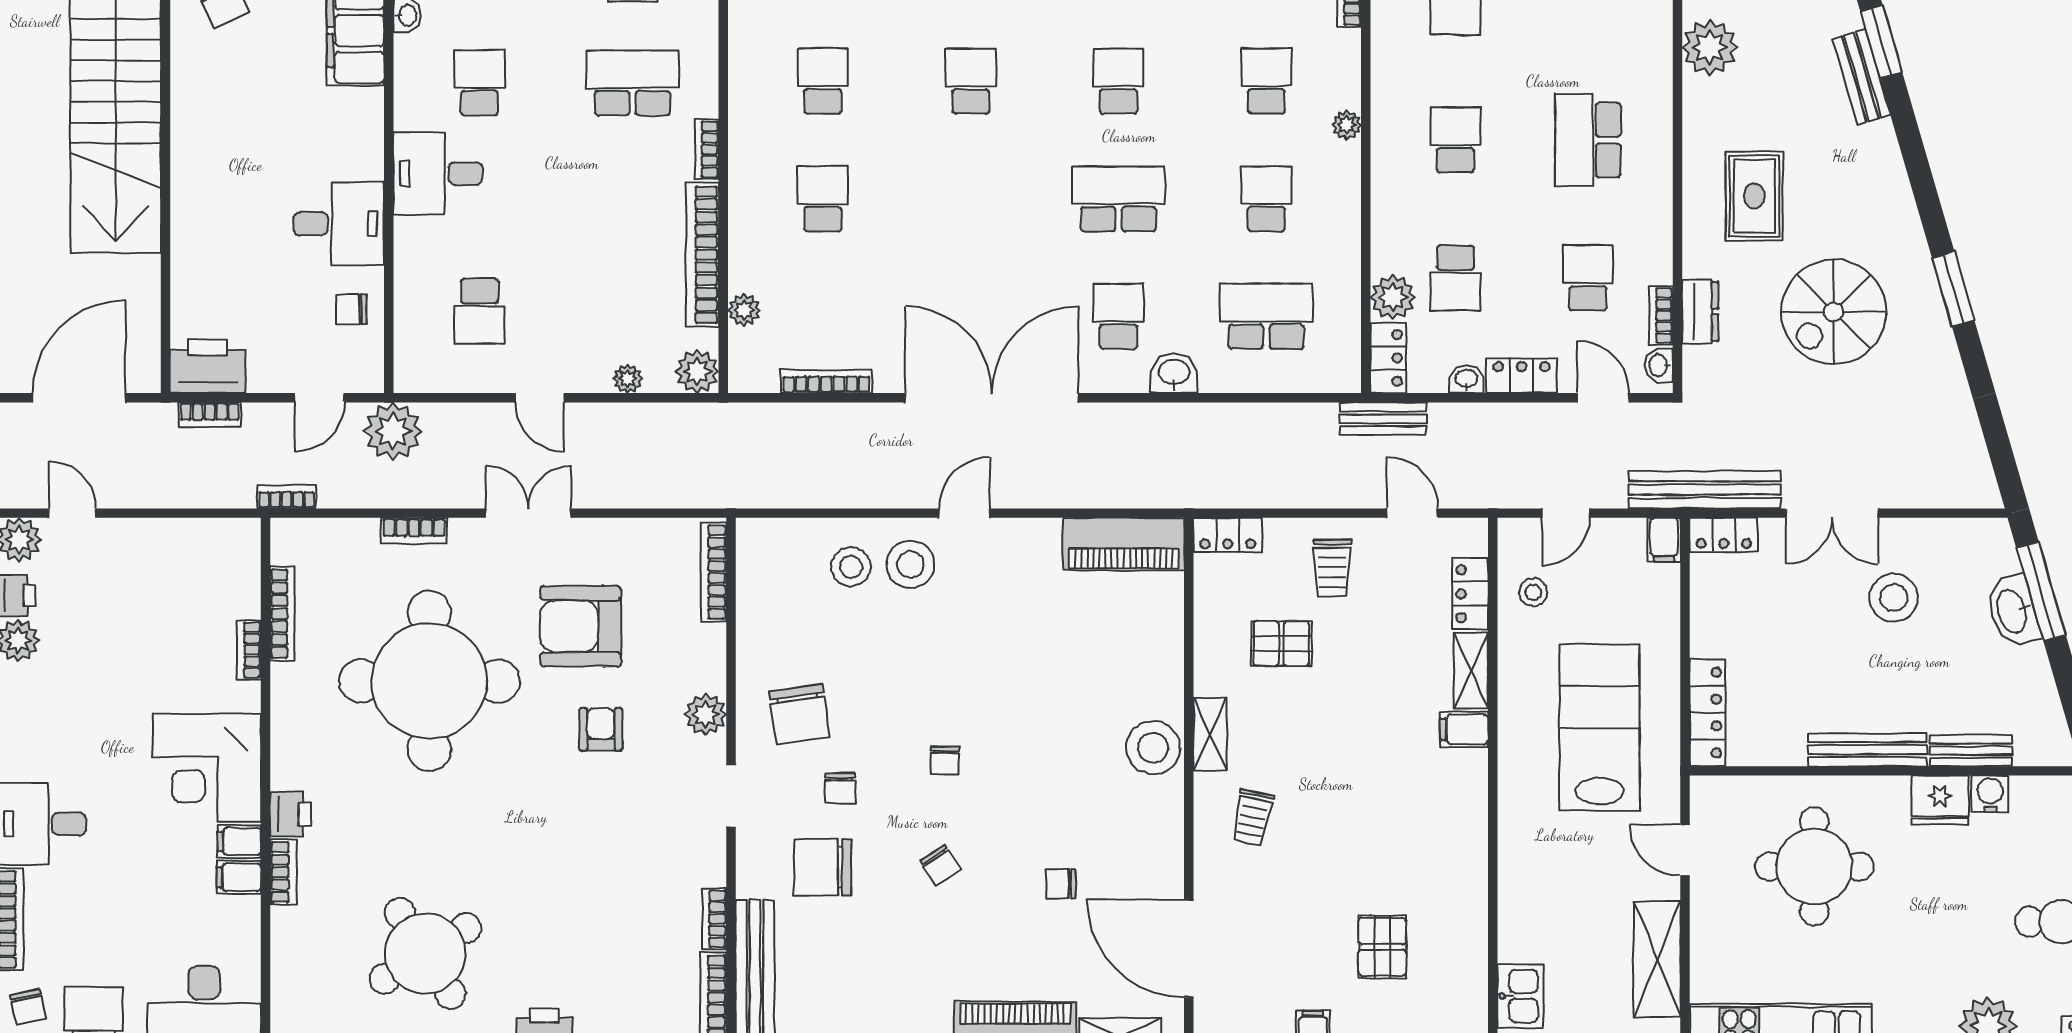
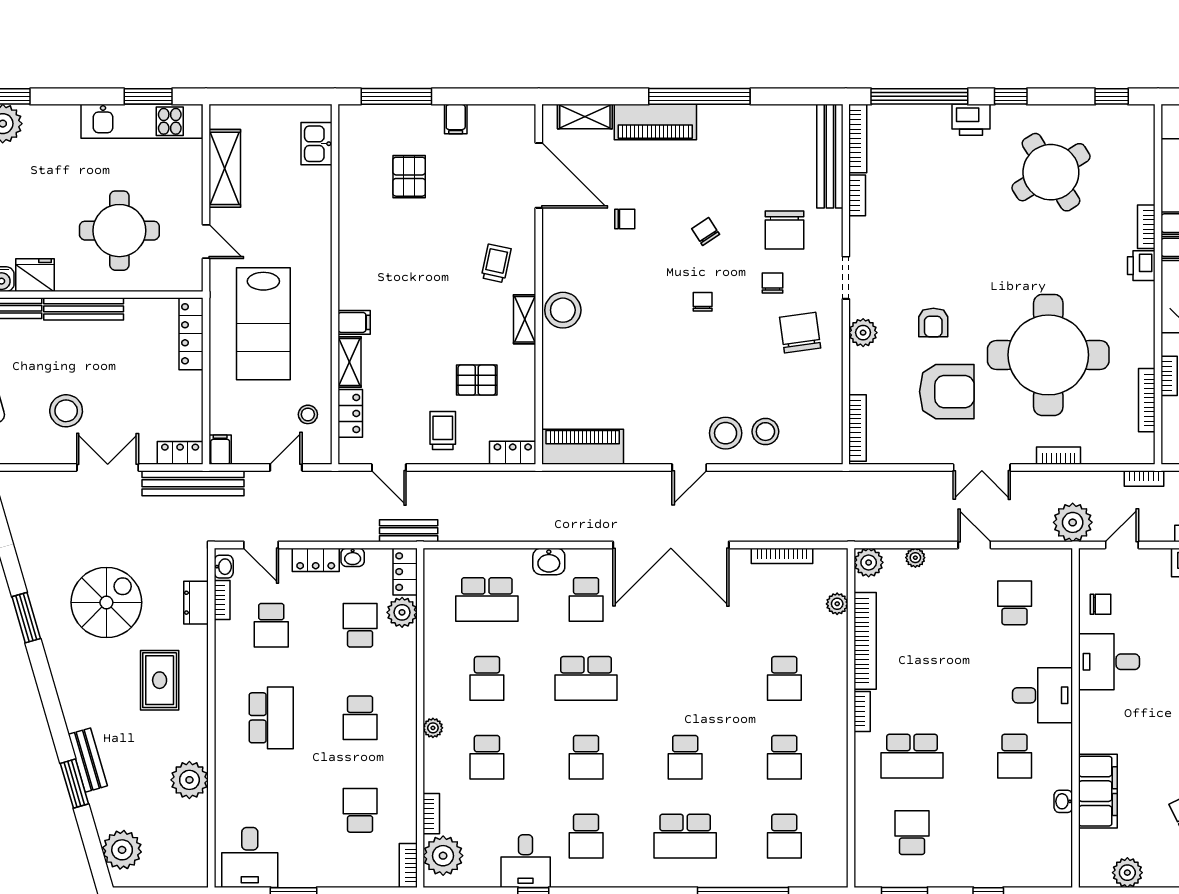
chair: (823, 867) -> (784, 230), turned 90

